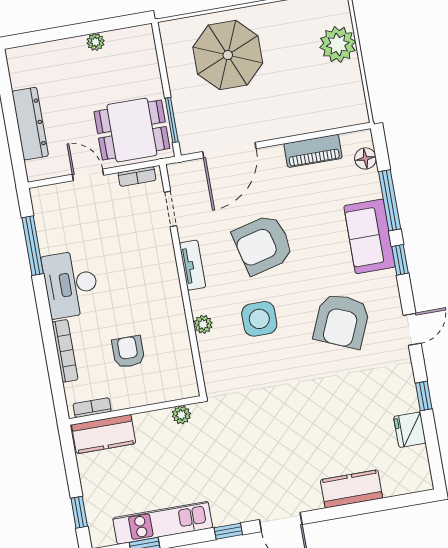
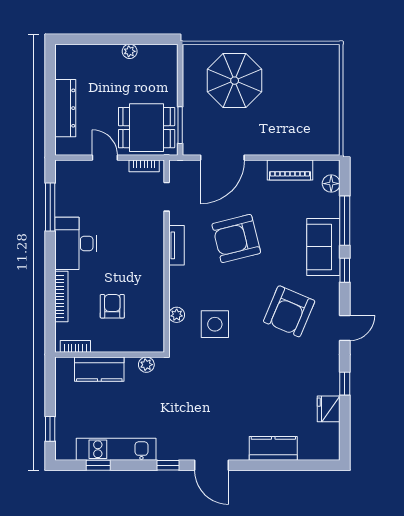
plant: (338, 44) -> (325, 88), removed
side table: (259, 319) -> (215, 324), moved
plant: (203, 324) -> (177, 315), moved
kitchen counter: (104, 434) -> (99, 369), moved

